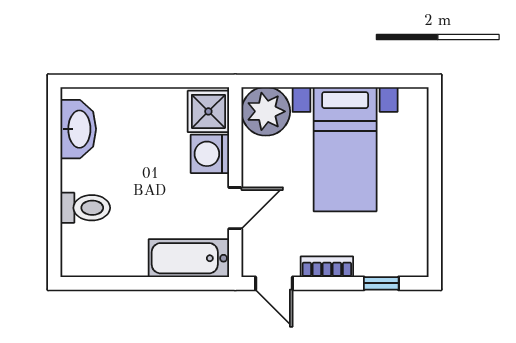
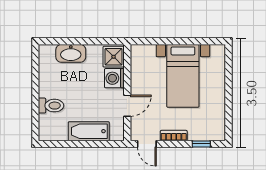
plant: (266, 111) -> (143, 57), removed
washbasin: (78, 129) -> (71, 53), moved, turned 90
bathtub: (189, 258) -> (89, 131), moved

